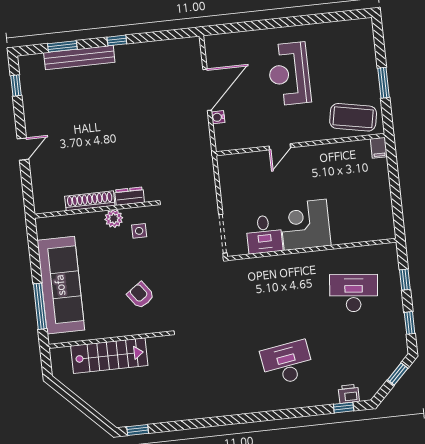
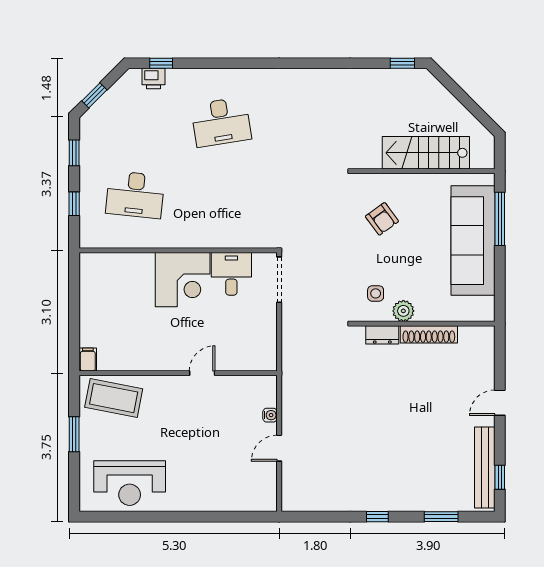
bench: (79, 58) -> (485, 468), moved, turned 90
reception desk: (289, 74) -> (130, 483), moved, turned 90
door: (207, 90) -> (279, 448), width x0.53

